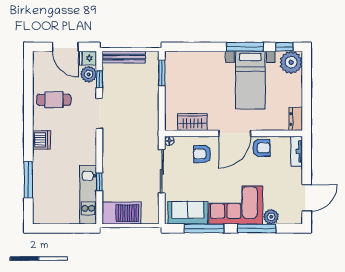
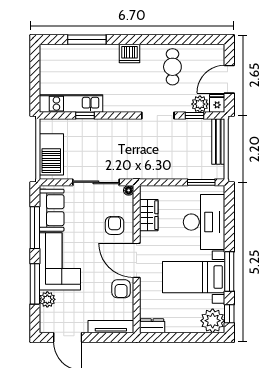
desk: (199, 70) -> (204, 222), added
tv unit: (297, 151) -> (111, 327), width x1.41
barbecue: (122, 213) -> (51, 154), moved

